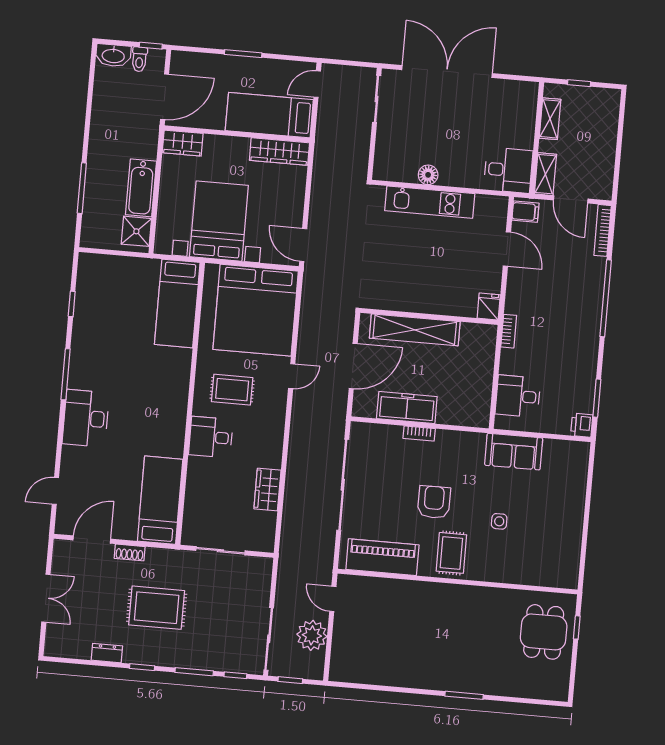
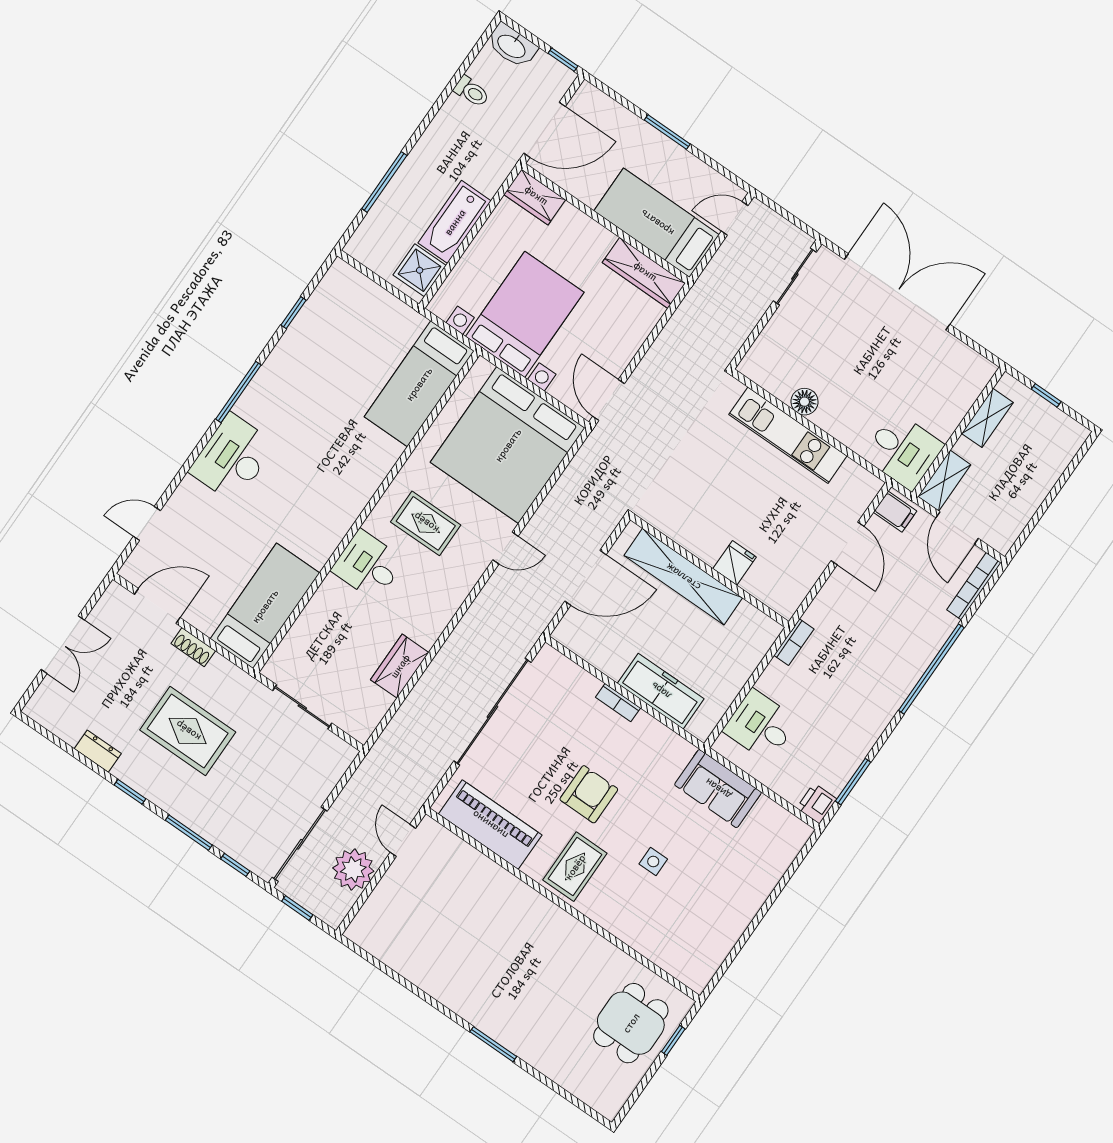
toilet: (139, 59) -> (471, 92), moved, turned -90
fridge: (489, 307) -> (735, 563), moved
freezer: (407, 408) -> (661, 691), moved

